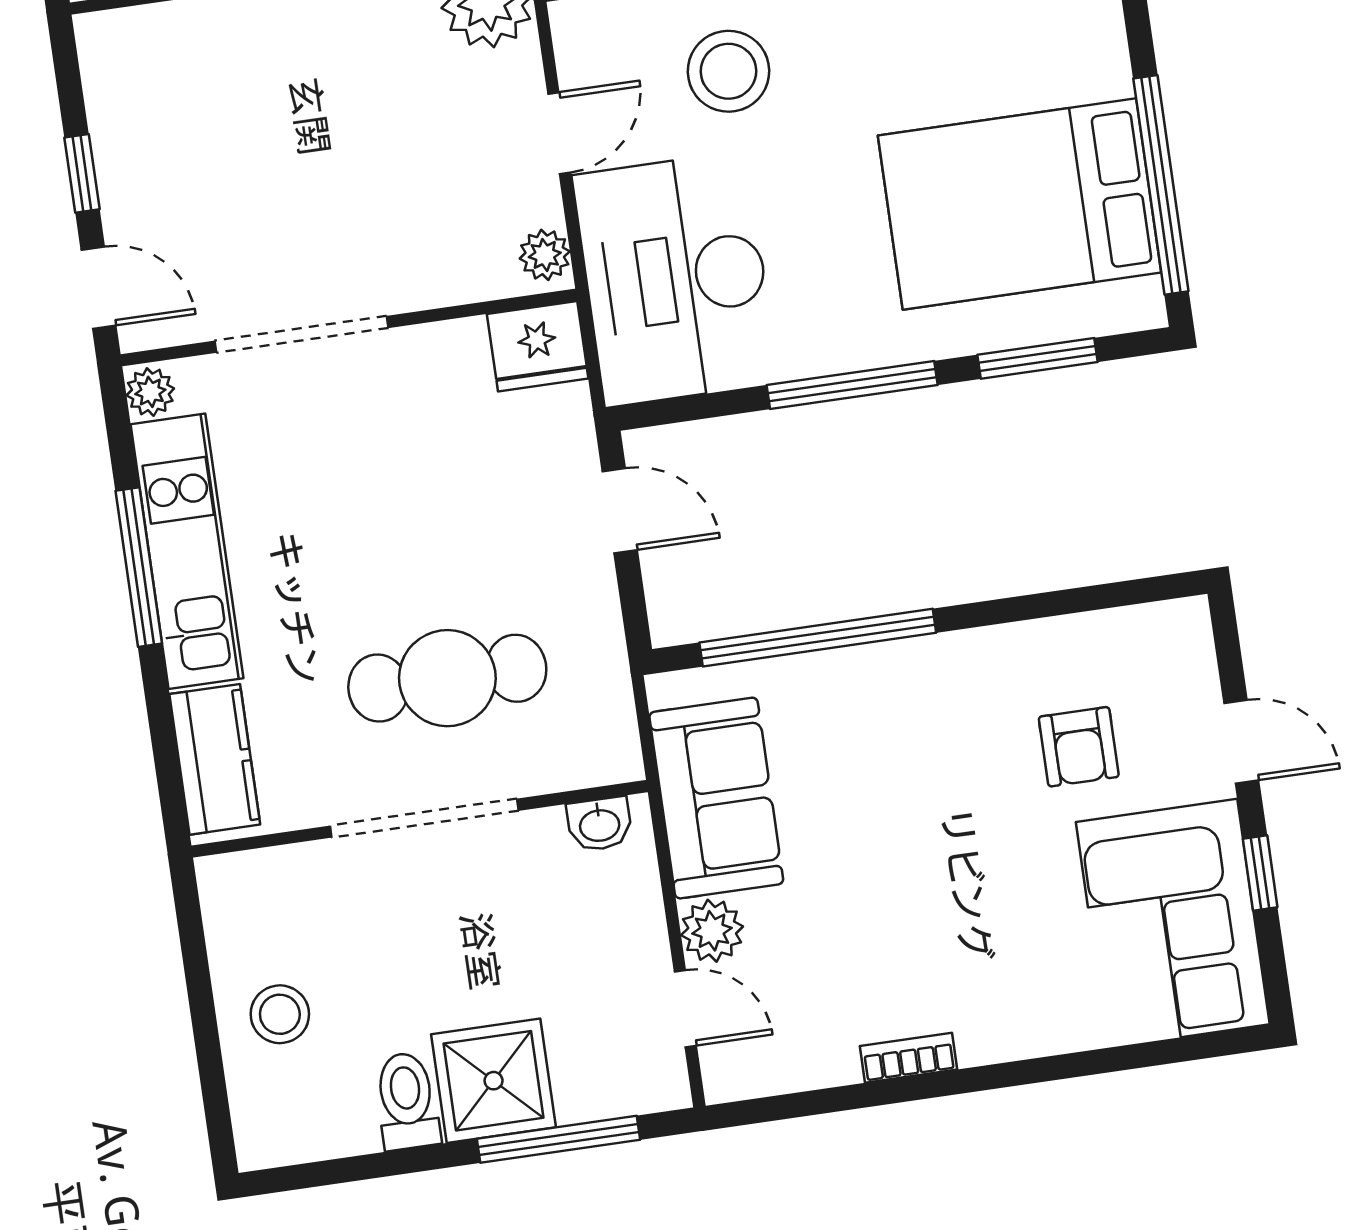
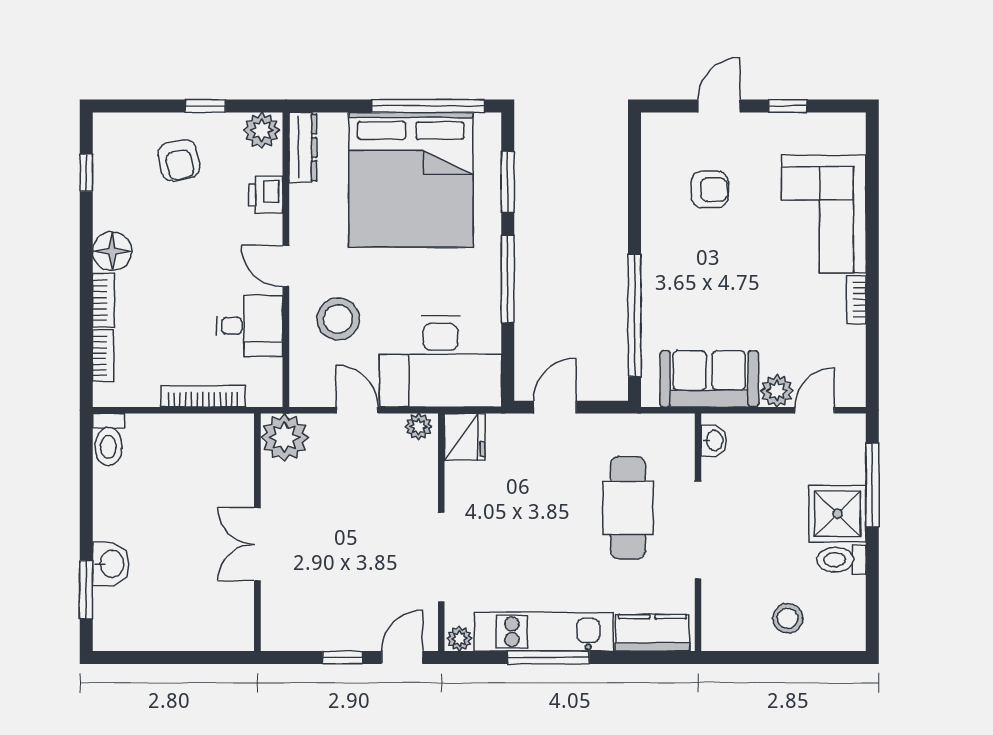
bed: (1019, 204) -> (411, 180), width x1.36
corner sofa: (1173, 923) -> (824, 214), moved, turned 90

